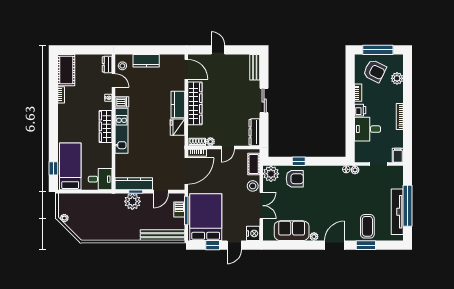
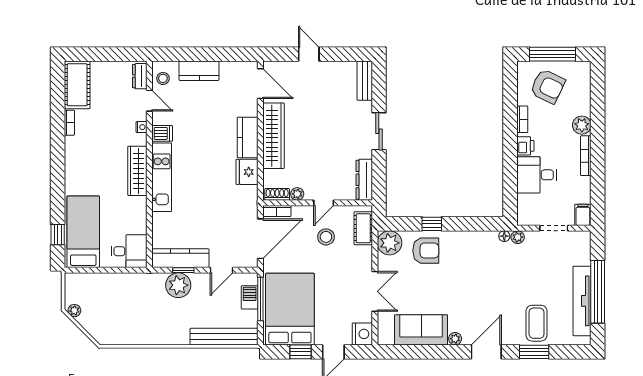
plant: (397, 78) -> (582, 125), moved
stool: (253, 186) -> (326, 237), moved

